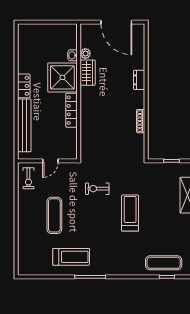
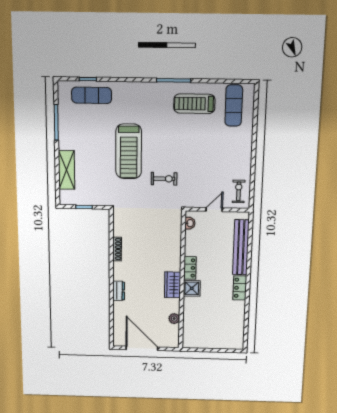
washbasin: (73, 55) -> (190, 223), moved
wardrobe: (88, 73) -> (173, 285), moved
shower: (62, 77) -> (192, 288), width x0.54, depth x0.54
locker: (71, 110) -> (190, 268), width x0.66
treadmill: (130, 213) -> (129, 151), width x1.37, depth x1.38
exercise mat: (54, 215) -> (234, 105), moved

